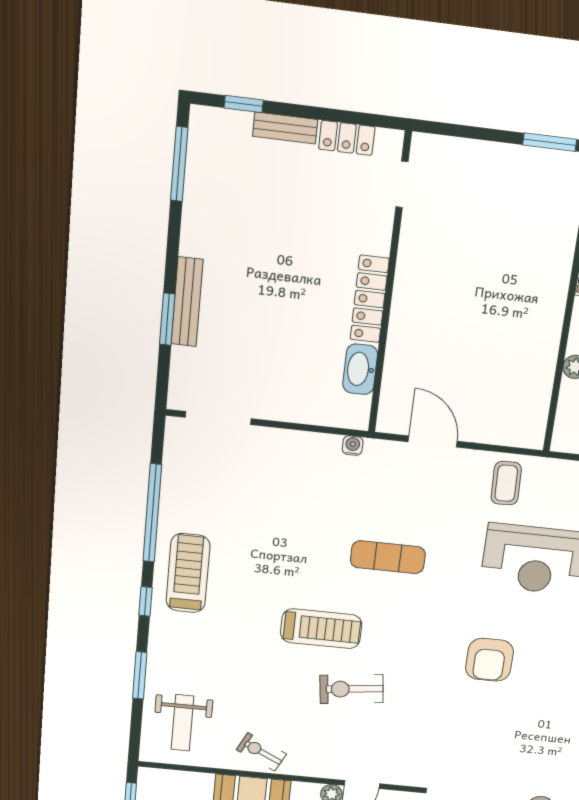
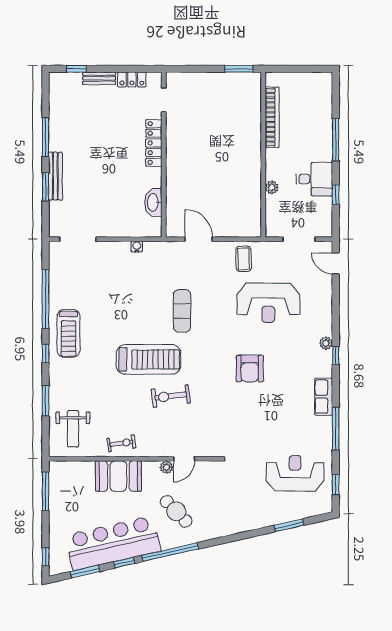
window: (179, 164) -> (46, 137), moved
locker: (370, 299) -> (154, 143), moved
water cooler: (353, 446) -> (137, 247), moved
exercise mat: (388, 557) -> (182, 311), turned 90
treadmill: (188, 573) -> (69, 333), turned 180
treadmill: (321, 629) -> (149, 359), width x1.37, depth x1.38
exercise bike: (261, 752) -> (121, 443), turned 146

